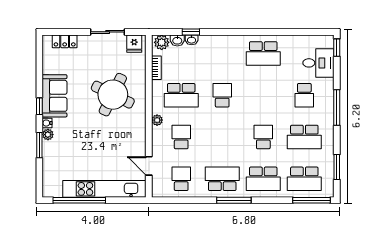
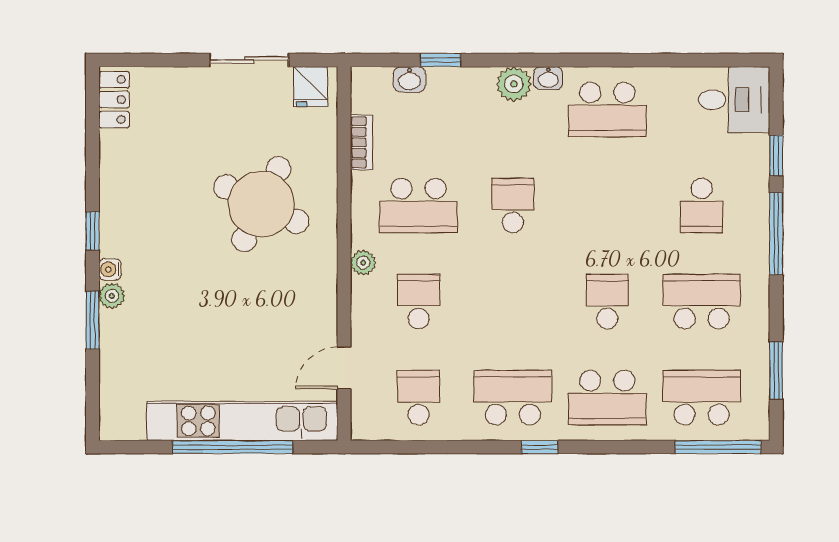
washbasin: (192, 40) -> (548, 78), moved
locker: (65, 41) -> (114, 100), moved, turned -90
plant: (162, 42) -> (514, 84), moved
window: (337, 48) -> (776, 156), moved
desk: (318, 63) -> (734, 100), moved
sofa: (55, 96) -> (127, 207), removed
school desk: (304, 137) -> (702, 302), turned 180
door: (149, 166) -> (344, 368), hinge flipped
school desk: (304, 179) -> (702, 398), turned 180
window: (79, 200) -> (233, 447), moved
window: (234, 200) -> (540, 447), width x0.46

